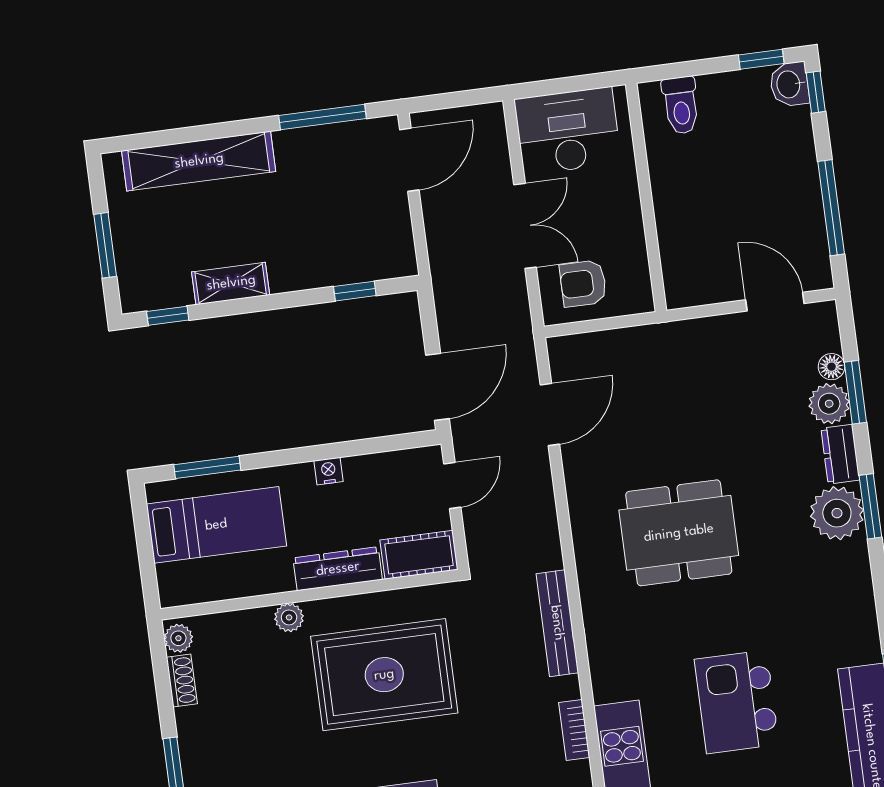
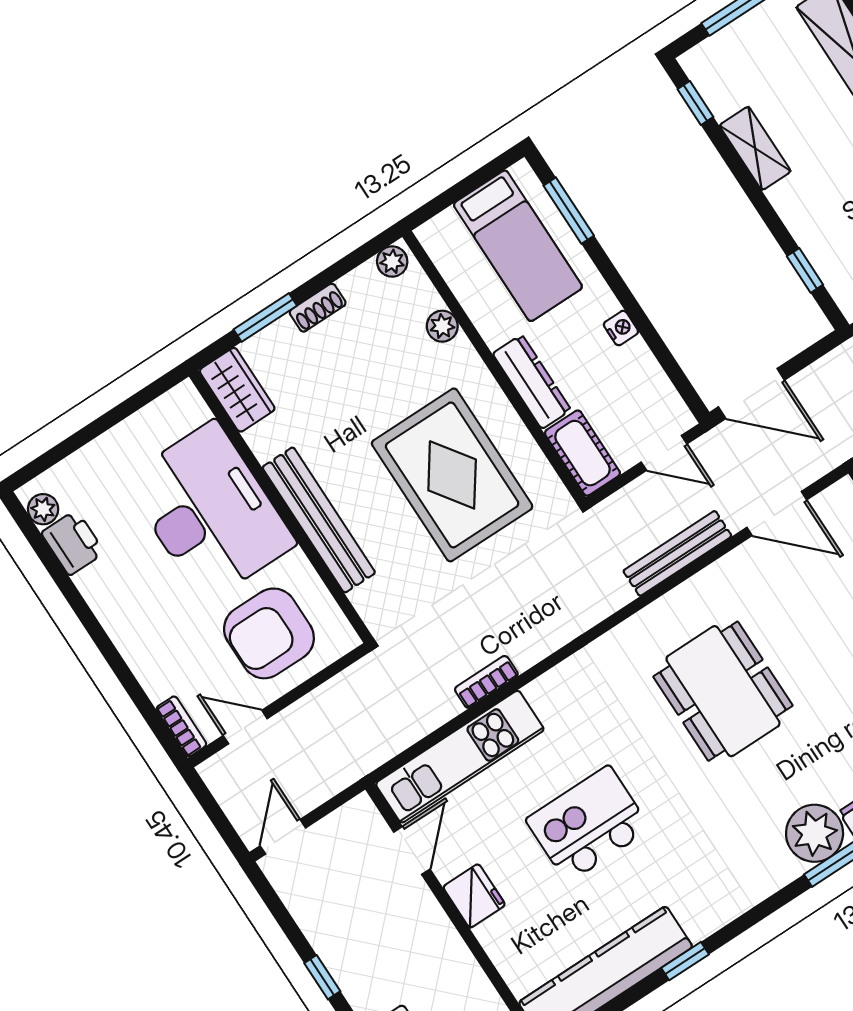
plant: (289, 617) -> (442, 326), moved
bench: (557, 623) -> (677, 553), moved
shoe rack: (182, 680) -> (318, 308), moved

